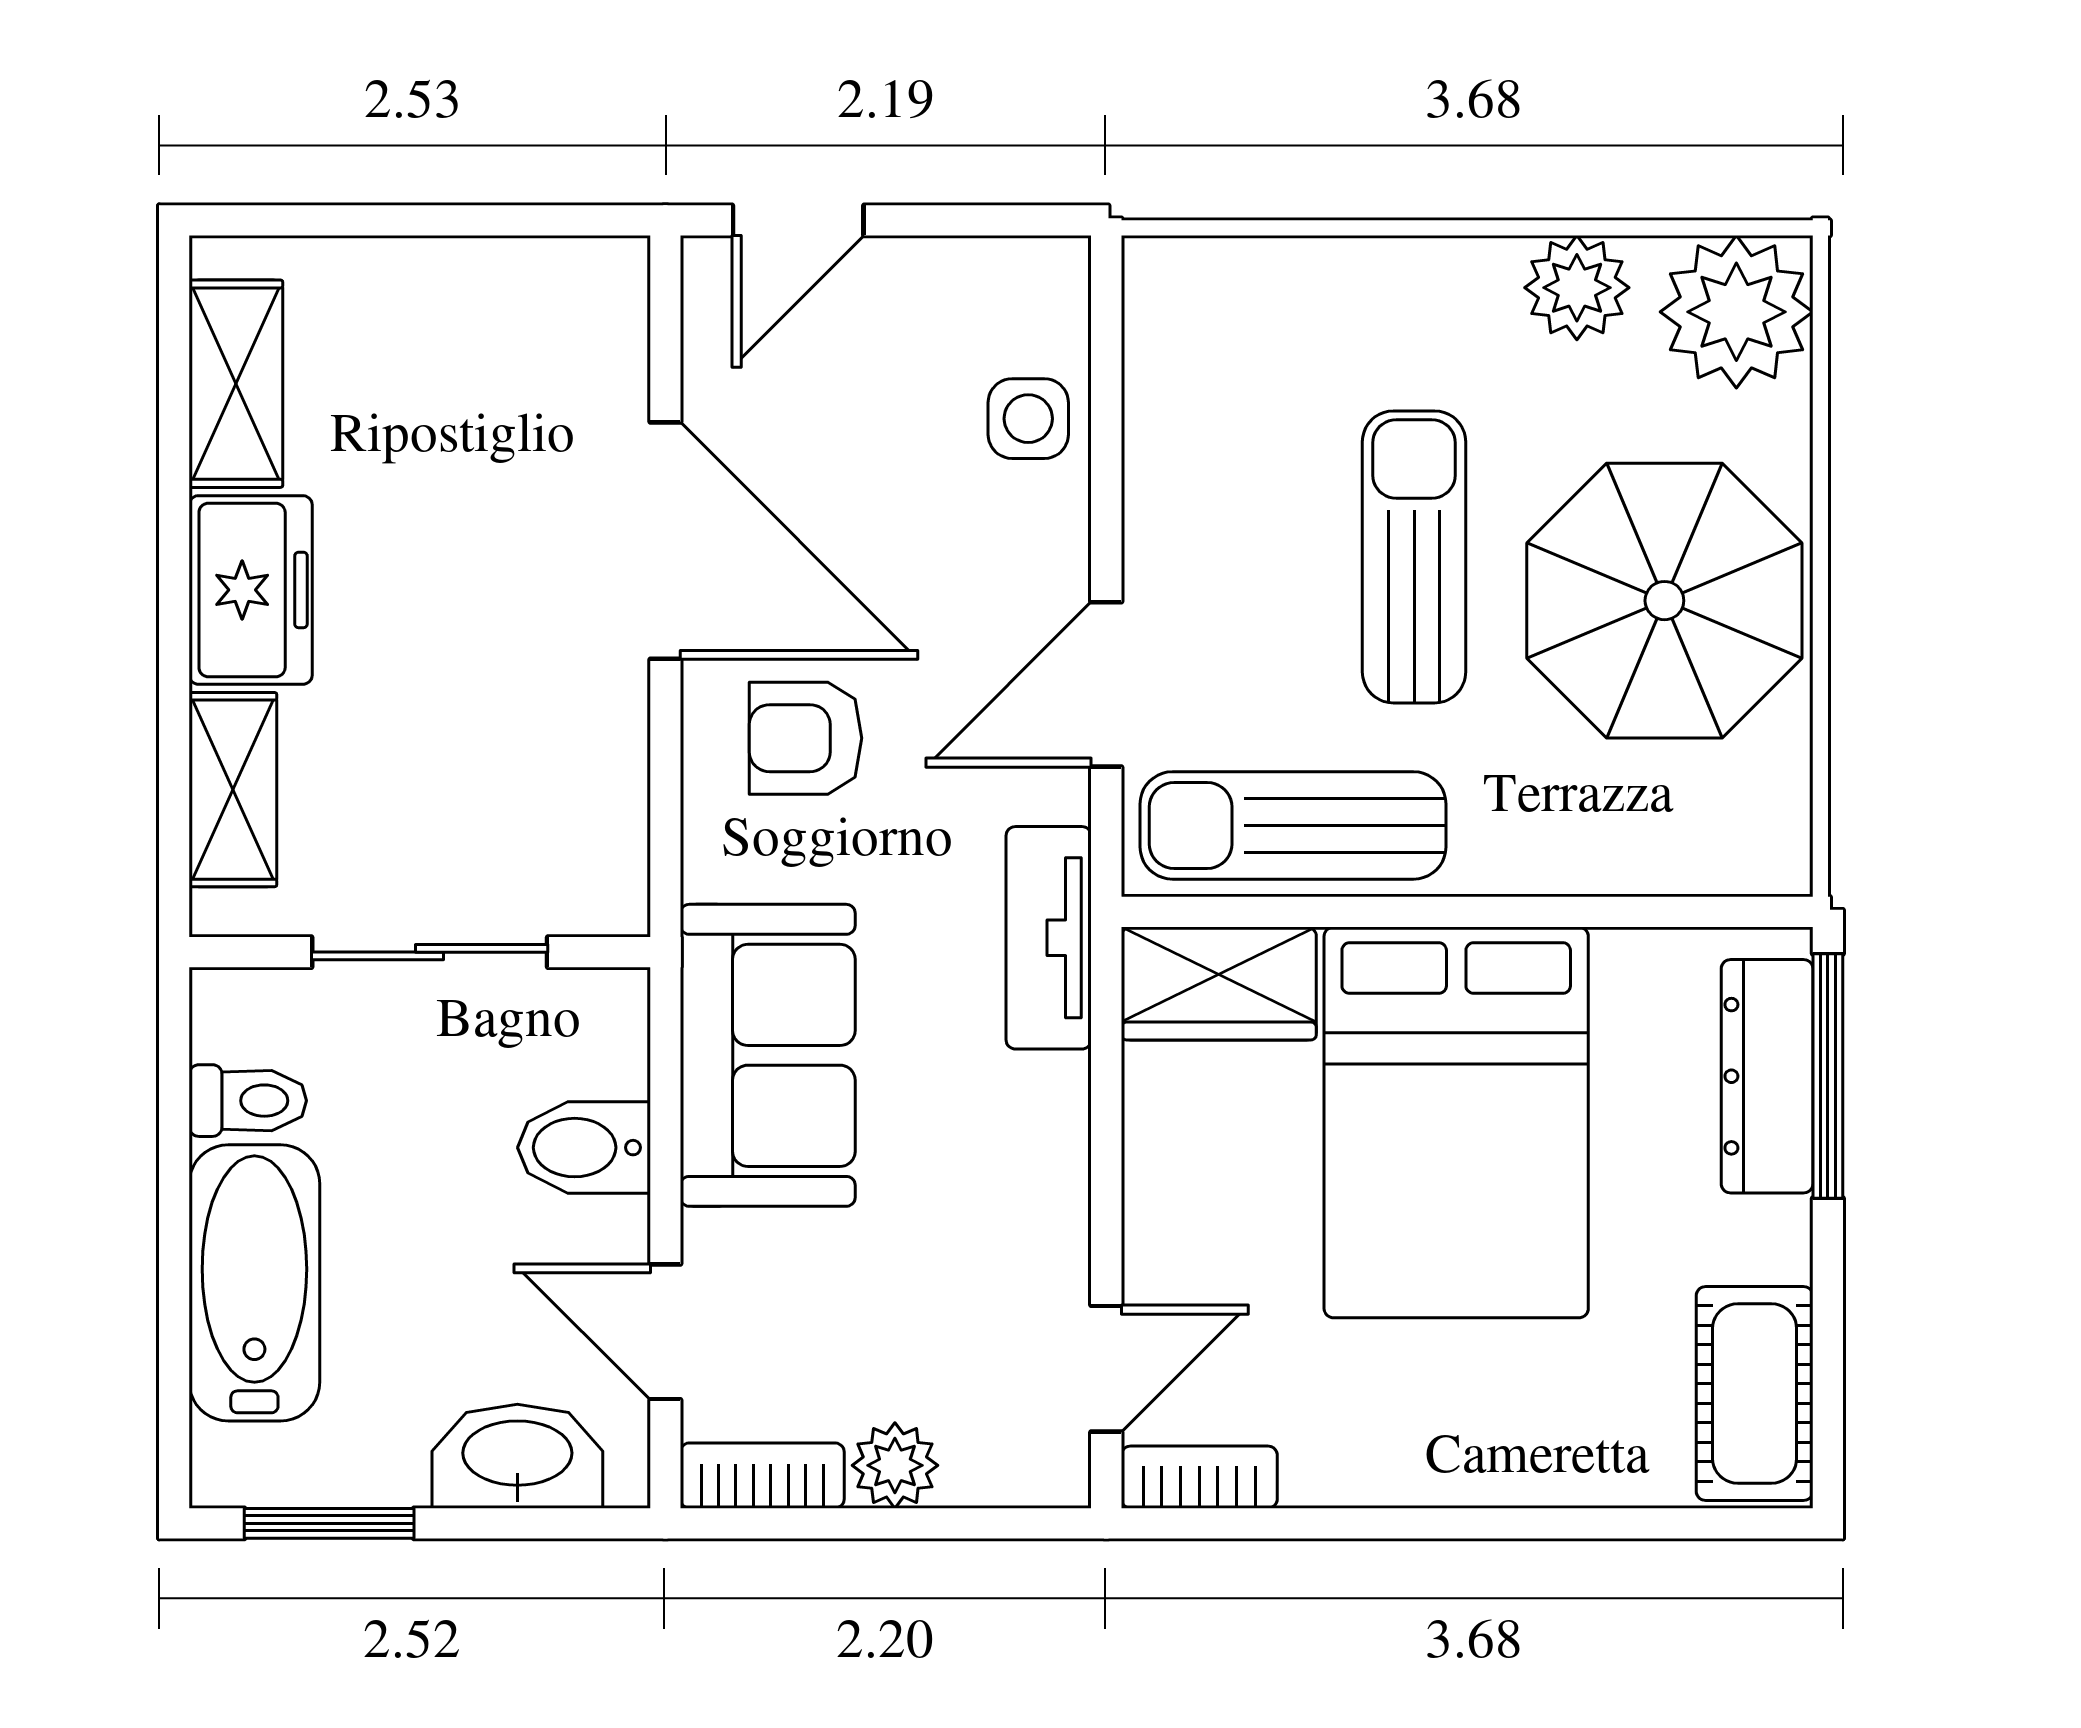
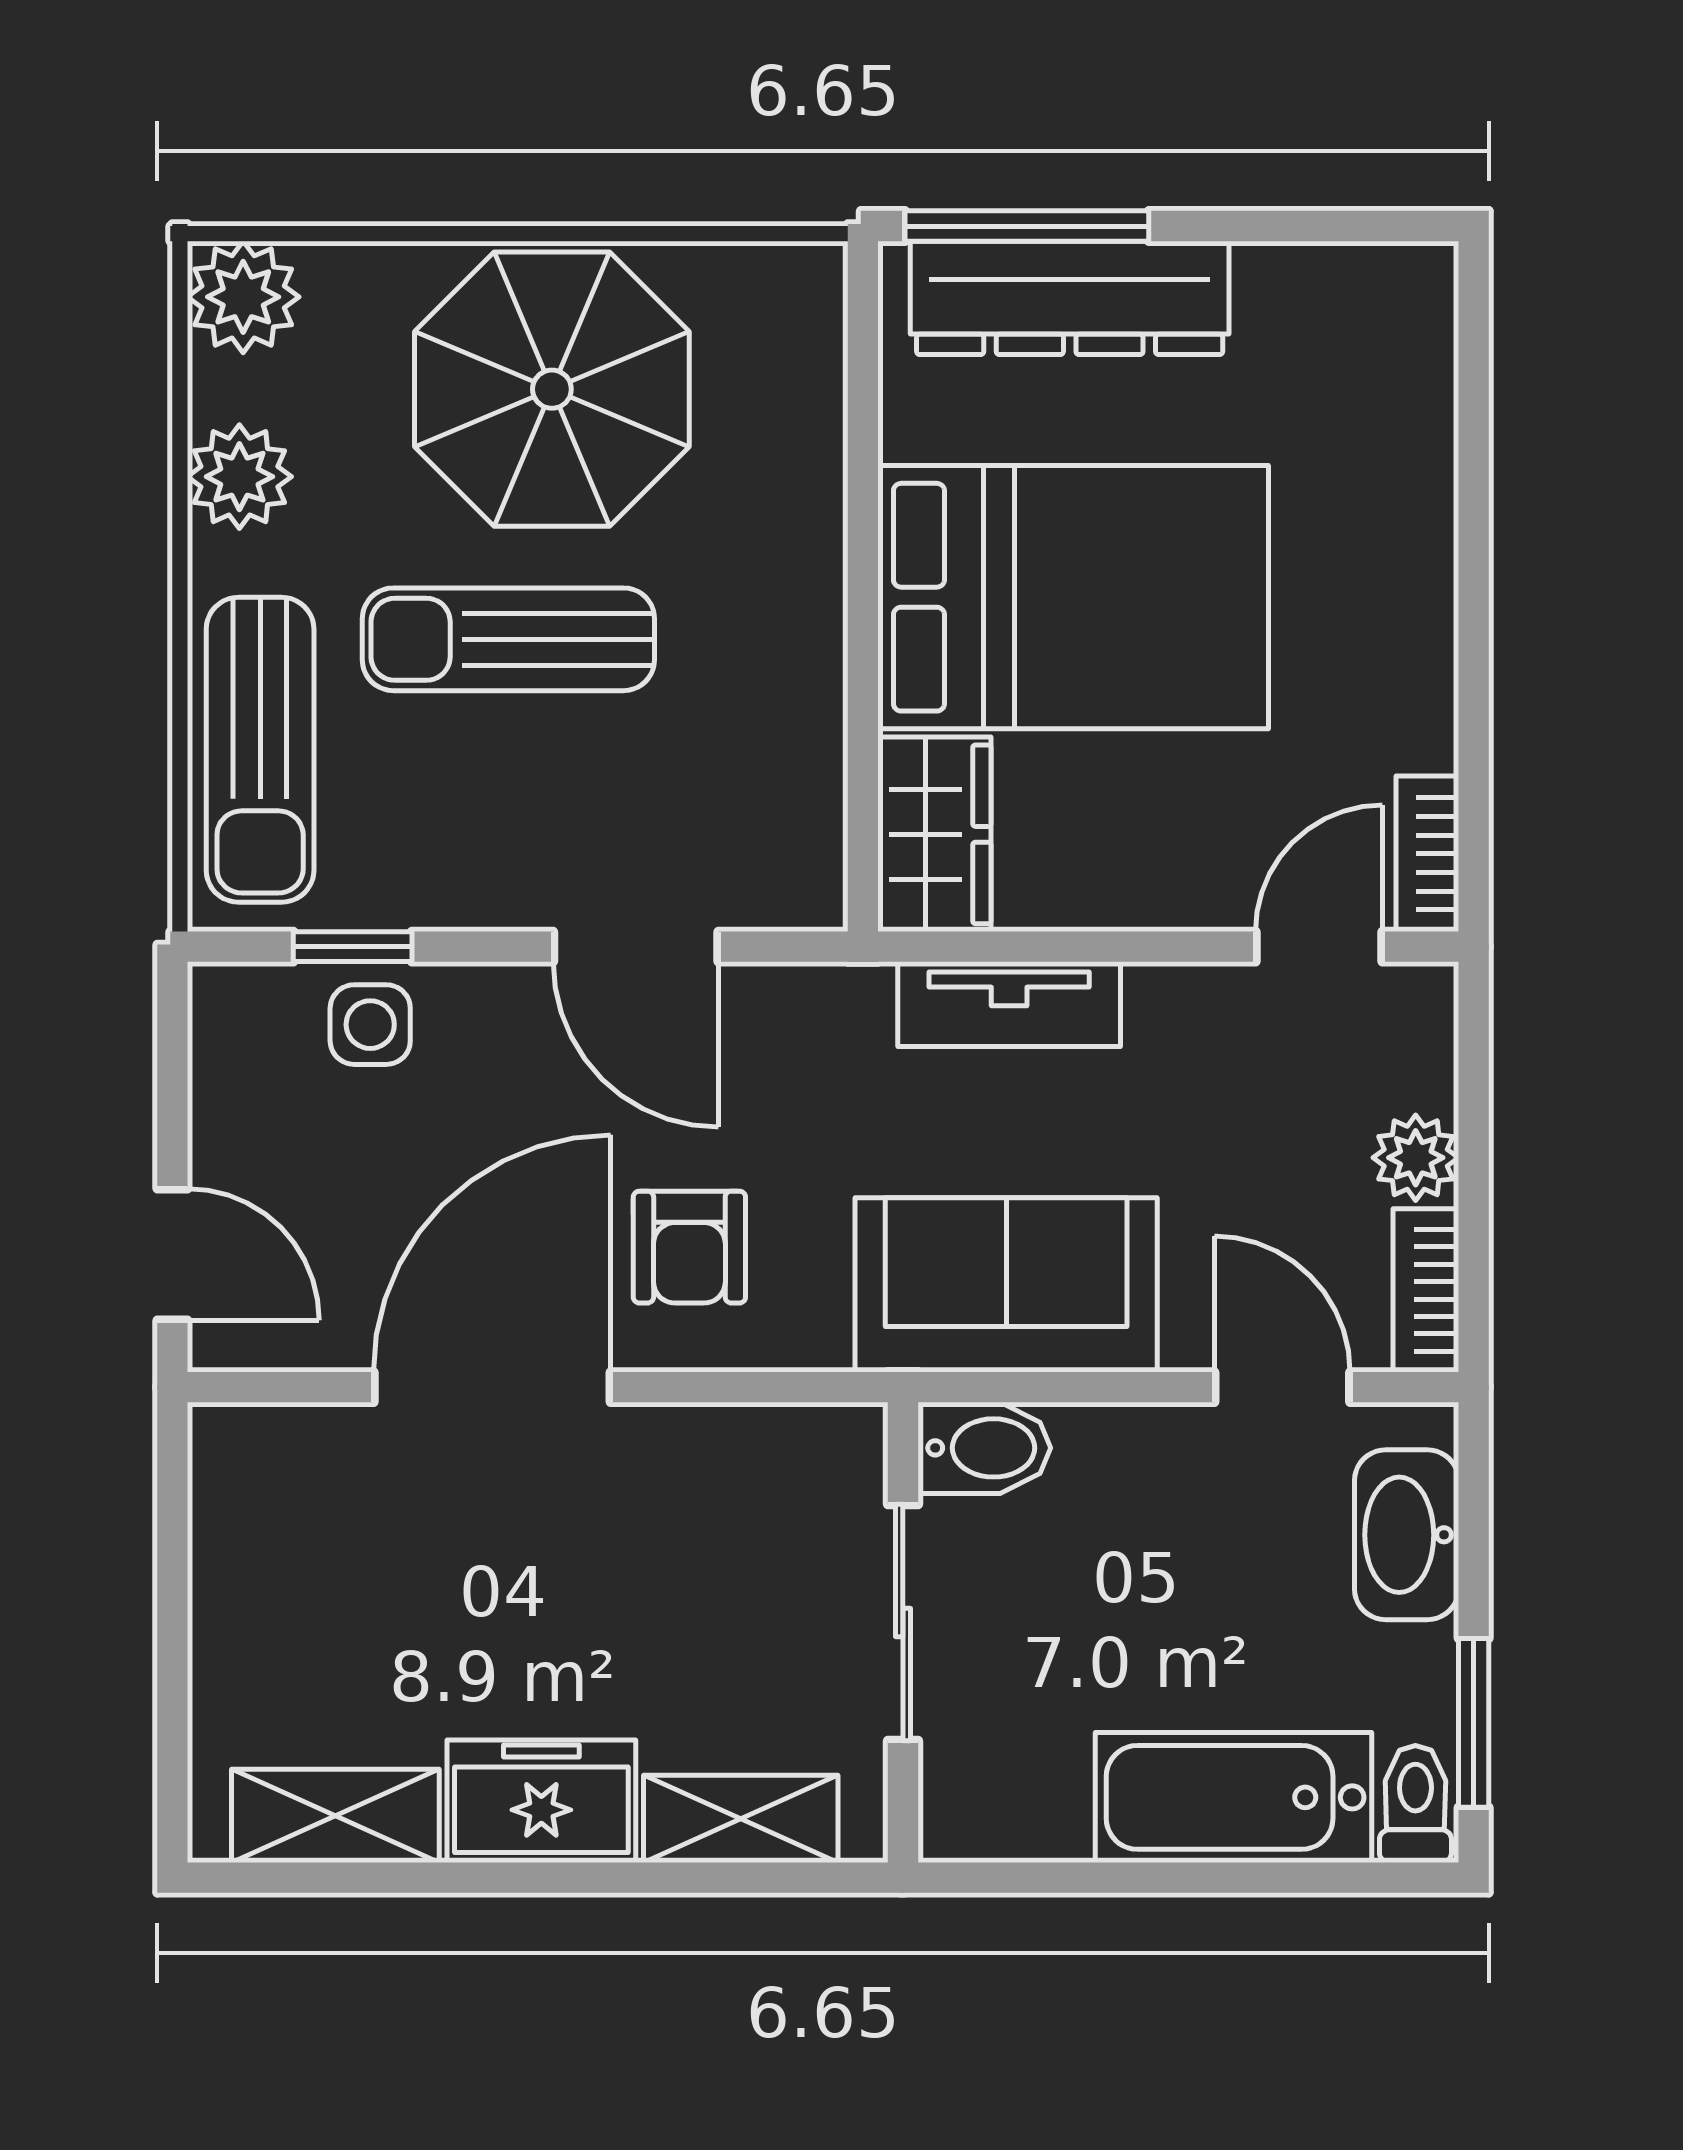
plant: (1736, 312) -> (243, 297), width x0.73, depth x0.73
window: (1106, 401) -> (353, 947), added
sun lounger: (1293, 825) -> (260, 750), moved
tv unit: (1049, 938) -> (1009, 1004), moved
dresser: (1767, 1076) -> (1070, 298), width x1.37, depth x1.24
toilet: (248, 1101) -> (1415, 1804), moved
bidet: (584, 1148) -> (984, 1448), moved, turned -90
door: (665, 1332) -> (1282, 1387), swing flipped
door: (1106, 1369) -> (1319, 947), hinge flipped
cot: (1755, 1393) -> (1344, 299), removed

